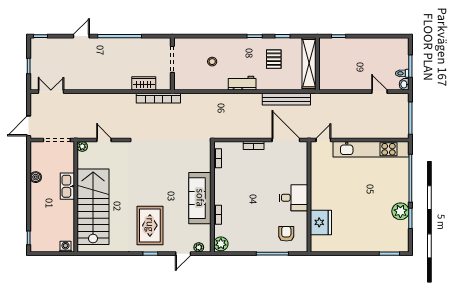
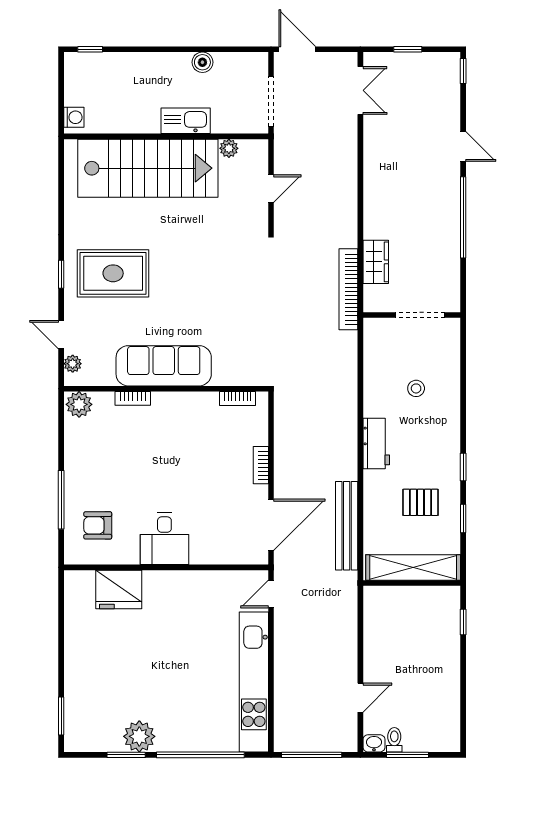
door: (323, 140) -> (271, 594), swing flipped
plant: (82, 146) -> (229, 148), moved
armchair: (286, 234) -> (98, 525), turned 180

